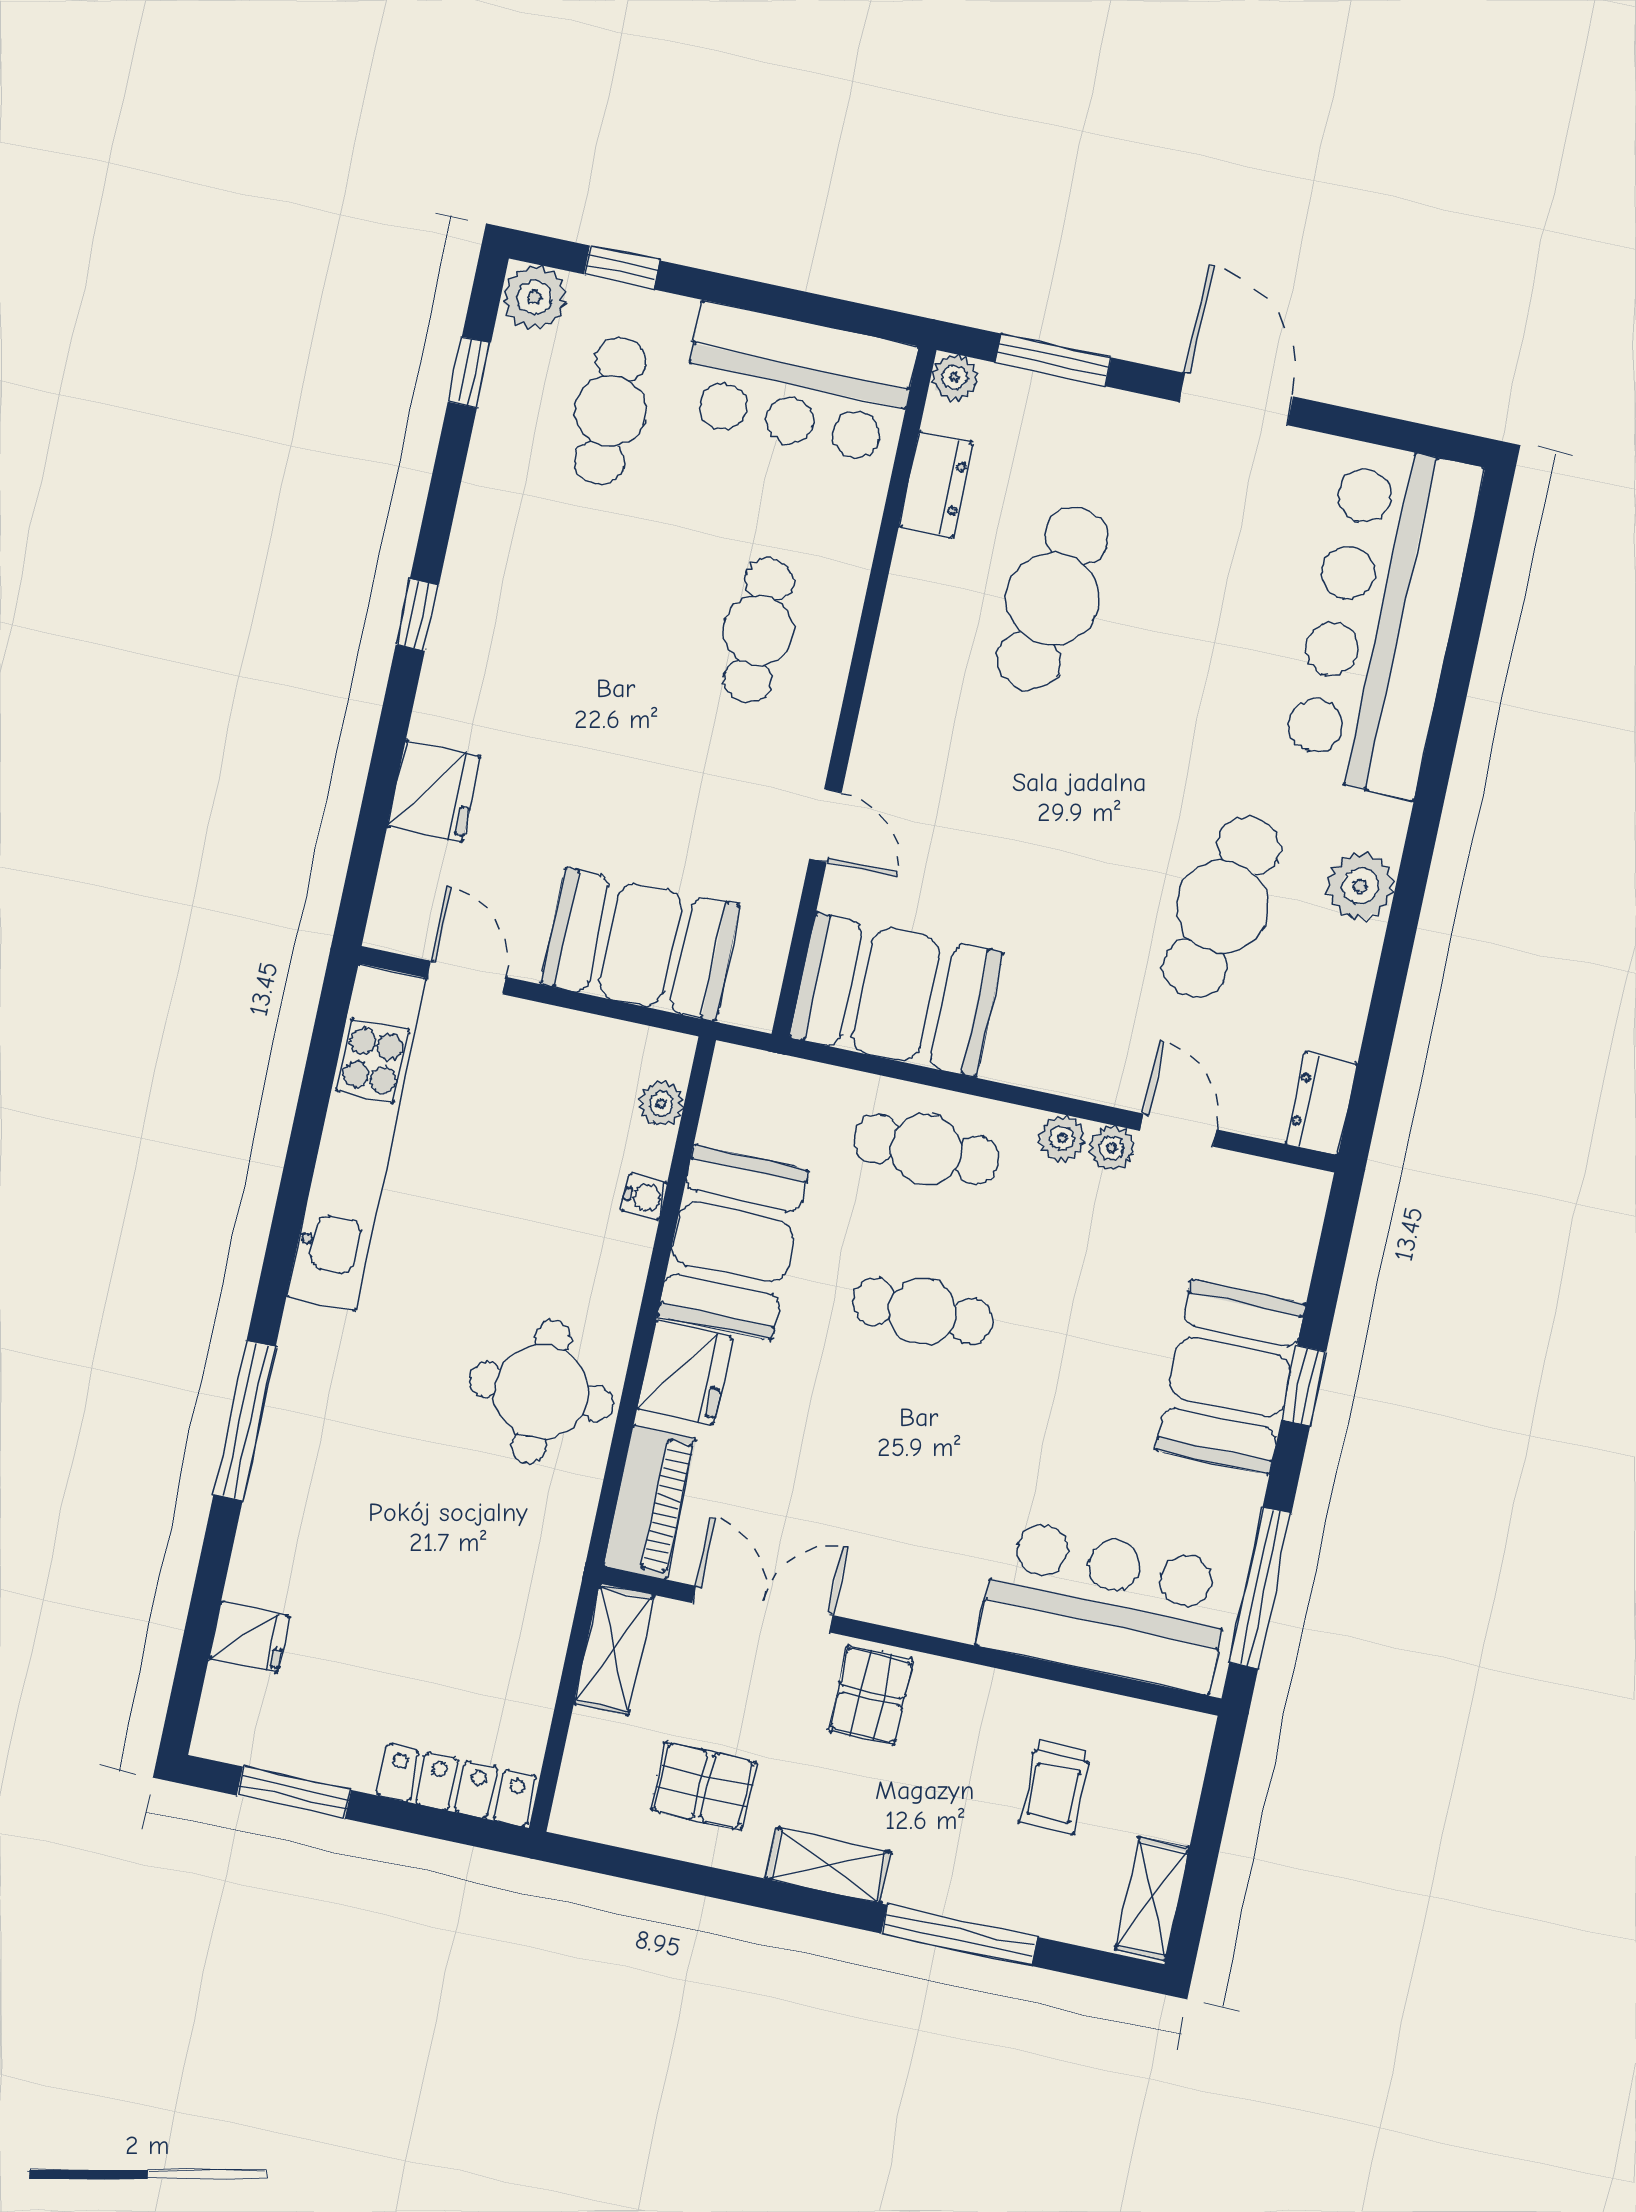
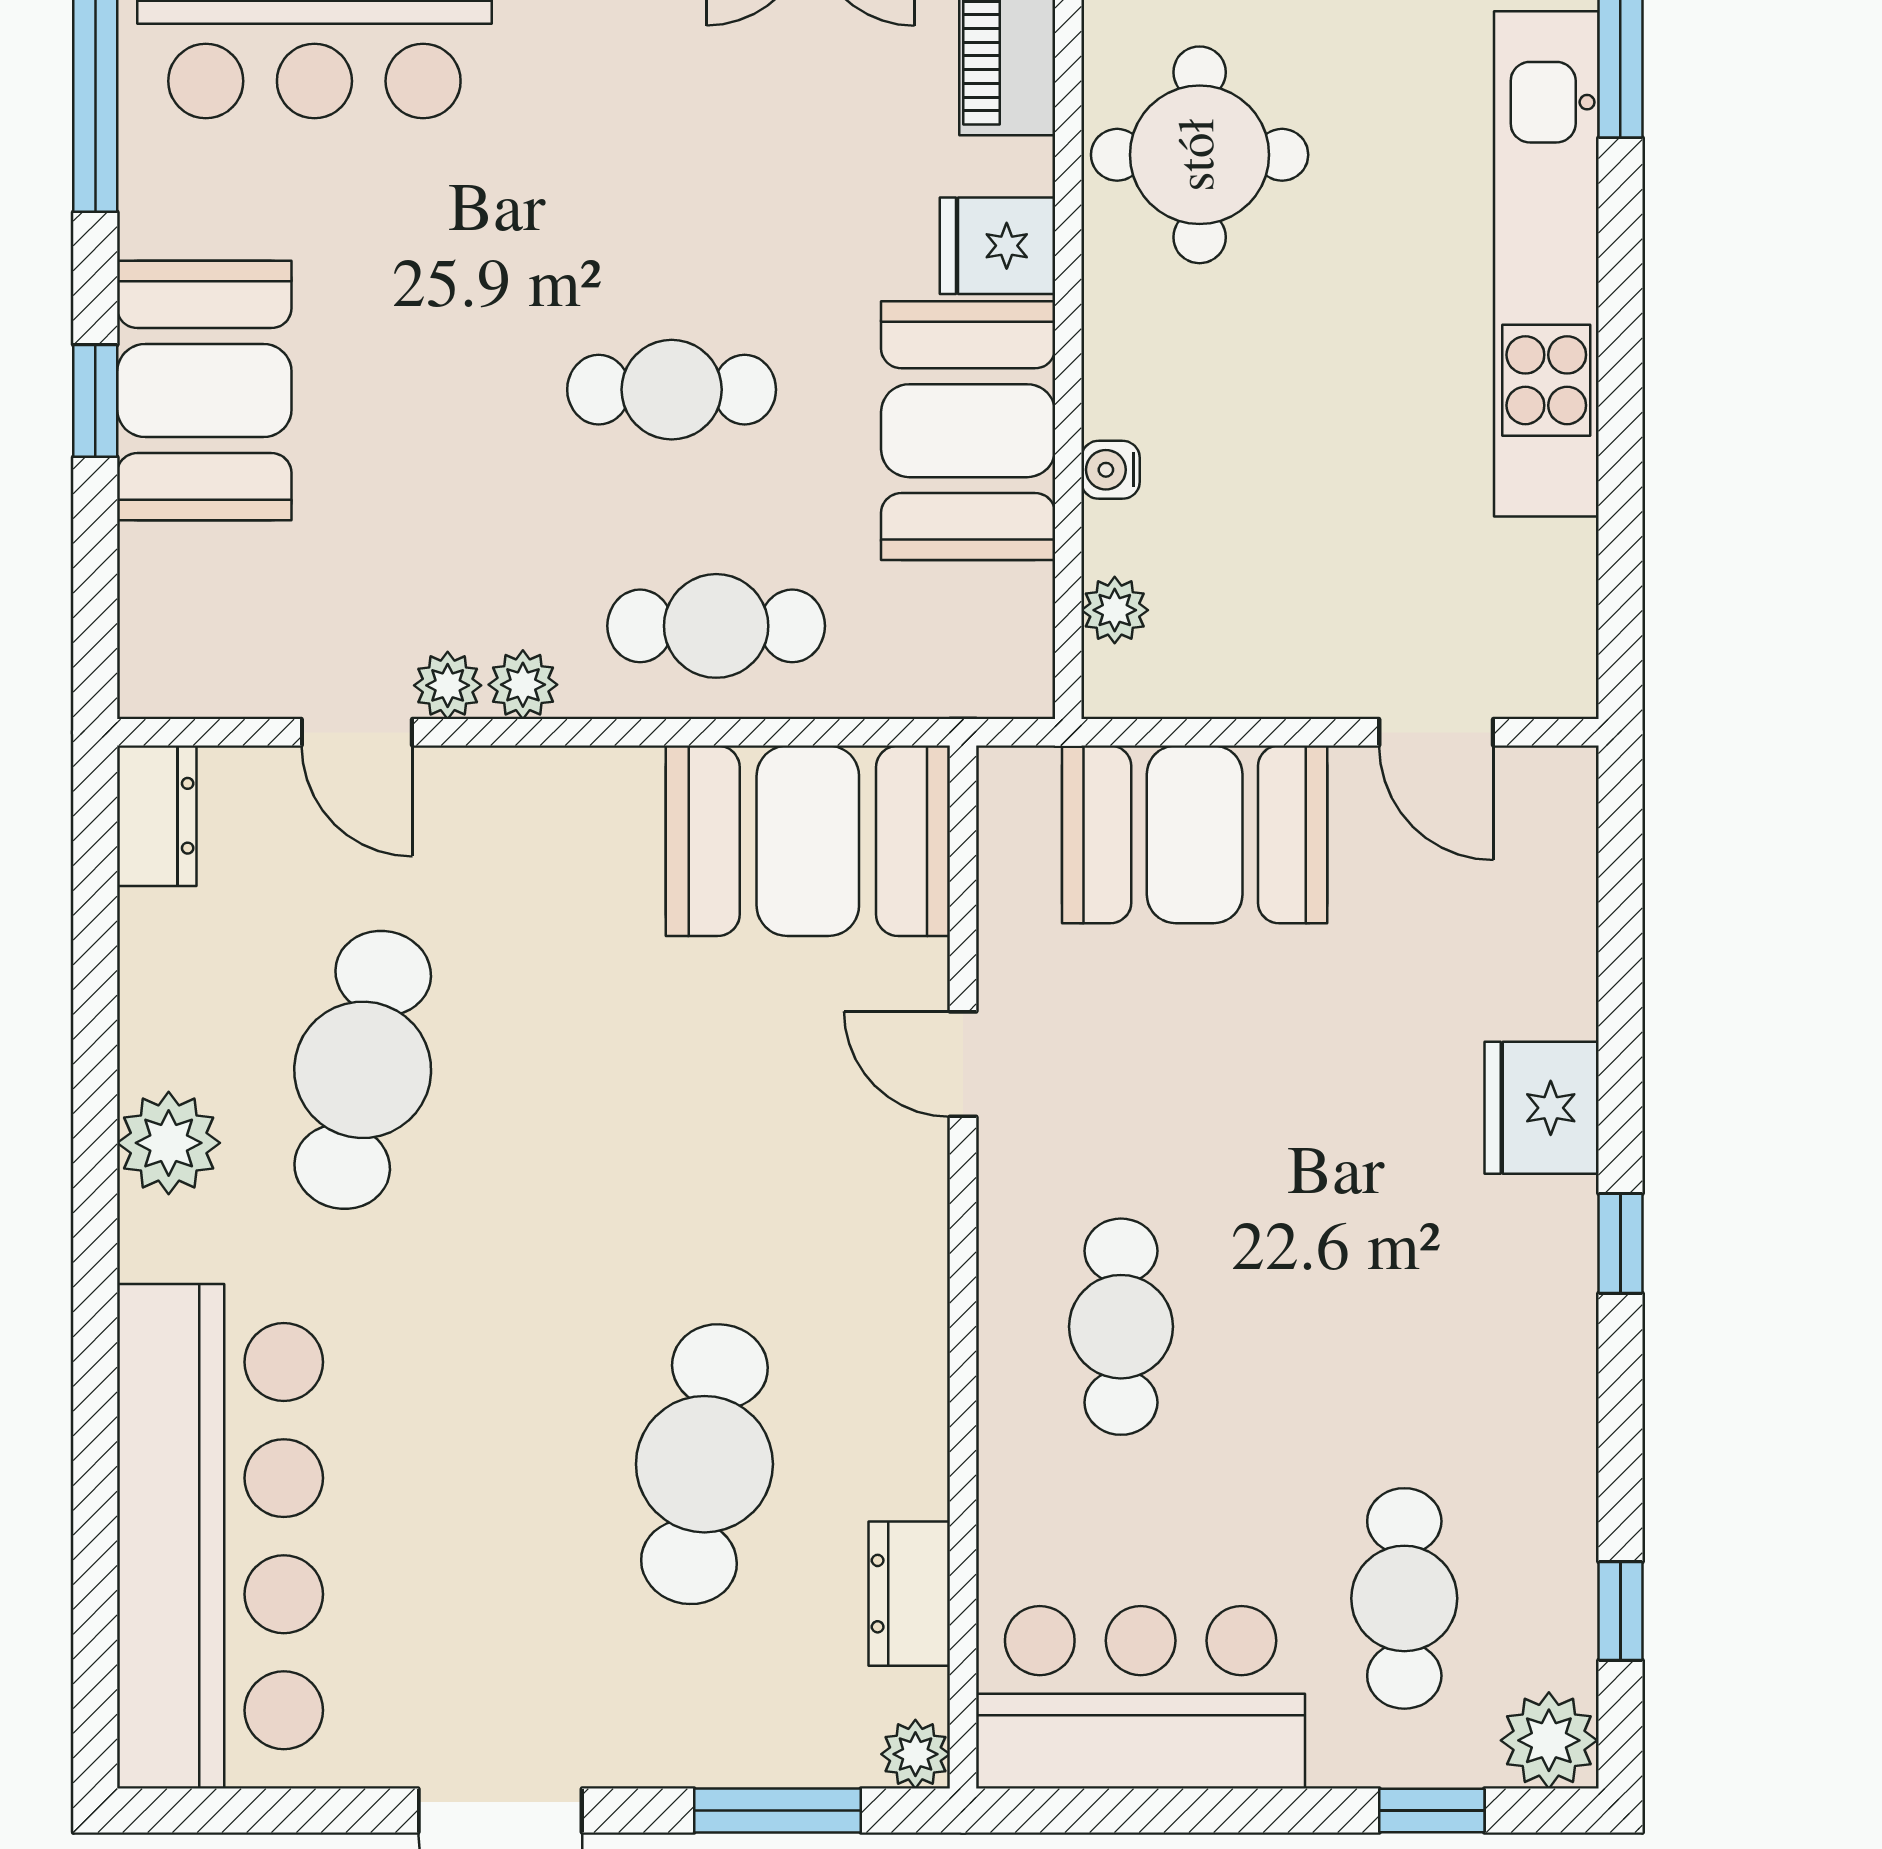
fridge: (434, 791) -> (1542, 1108), moved
kitchen unit: (356, 1137) -> (1546, 264), moved
fridge: (684, 1373) -> (997, 246), width x0.72

